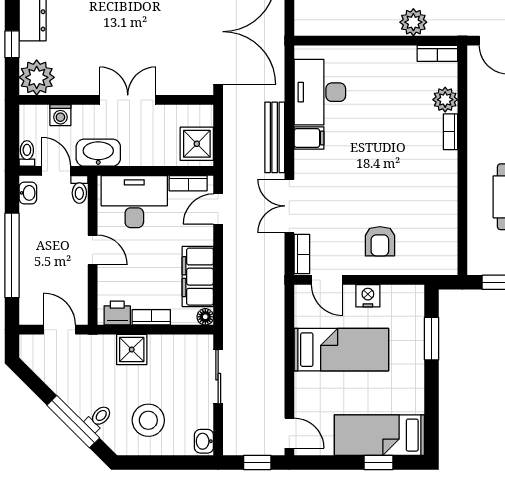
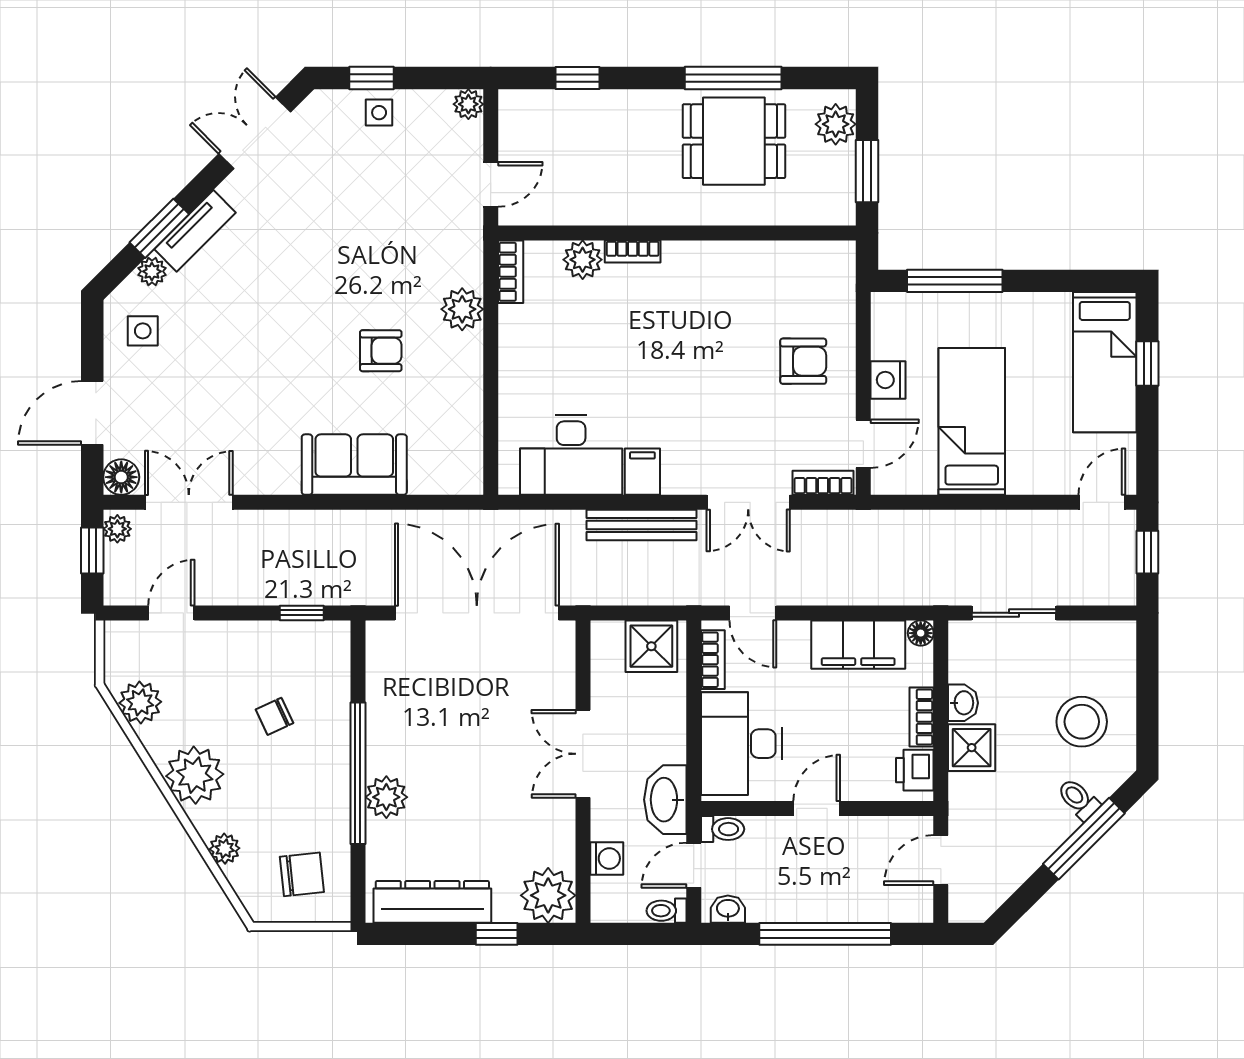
window: (432, 339) -> (955, 281), width x1.44
washbasin: (204, 441) -> (963, 703), moved, turned -90

